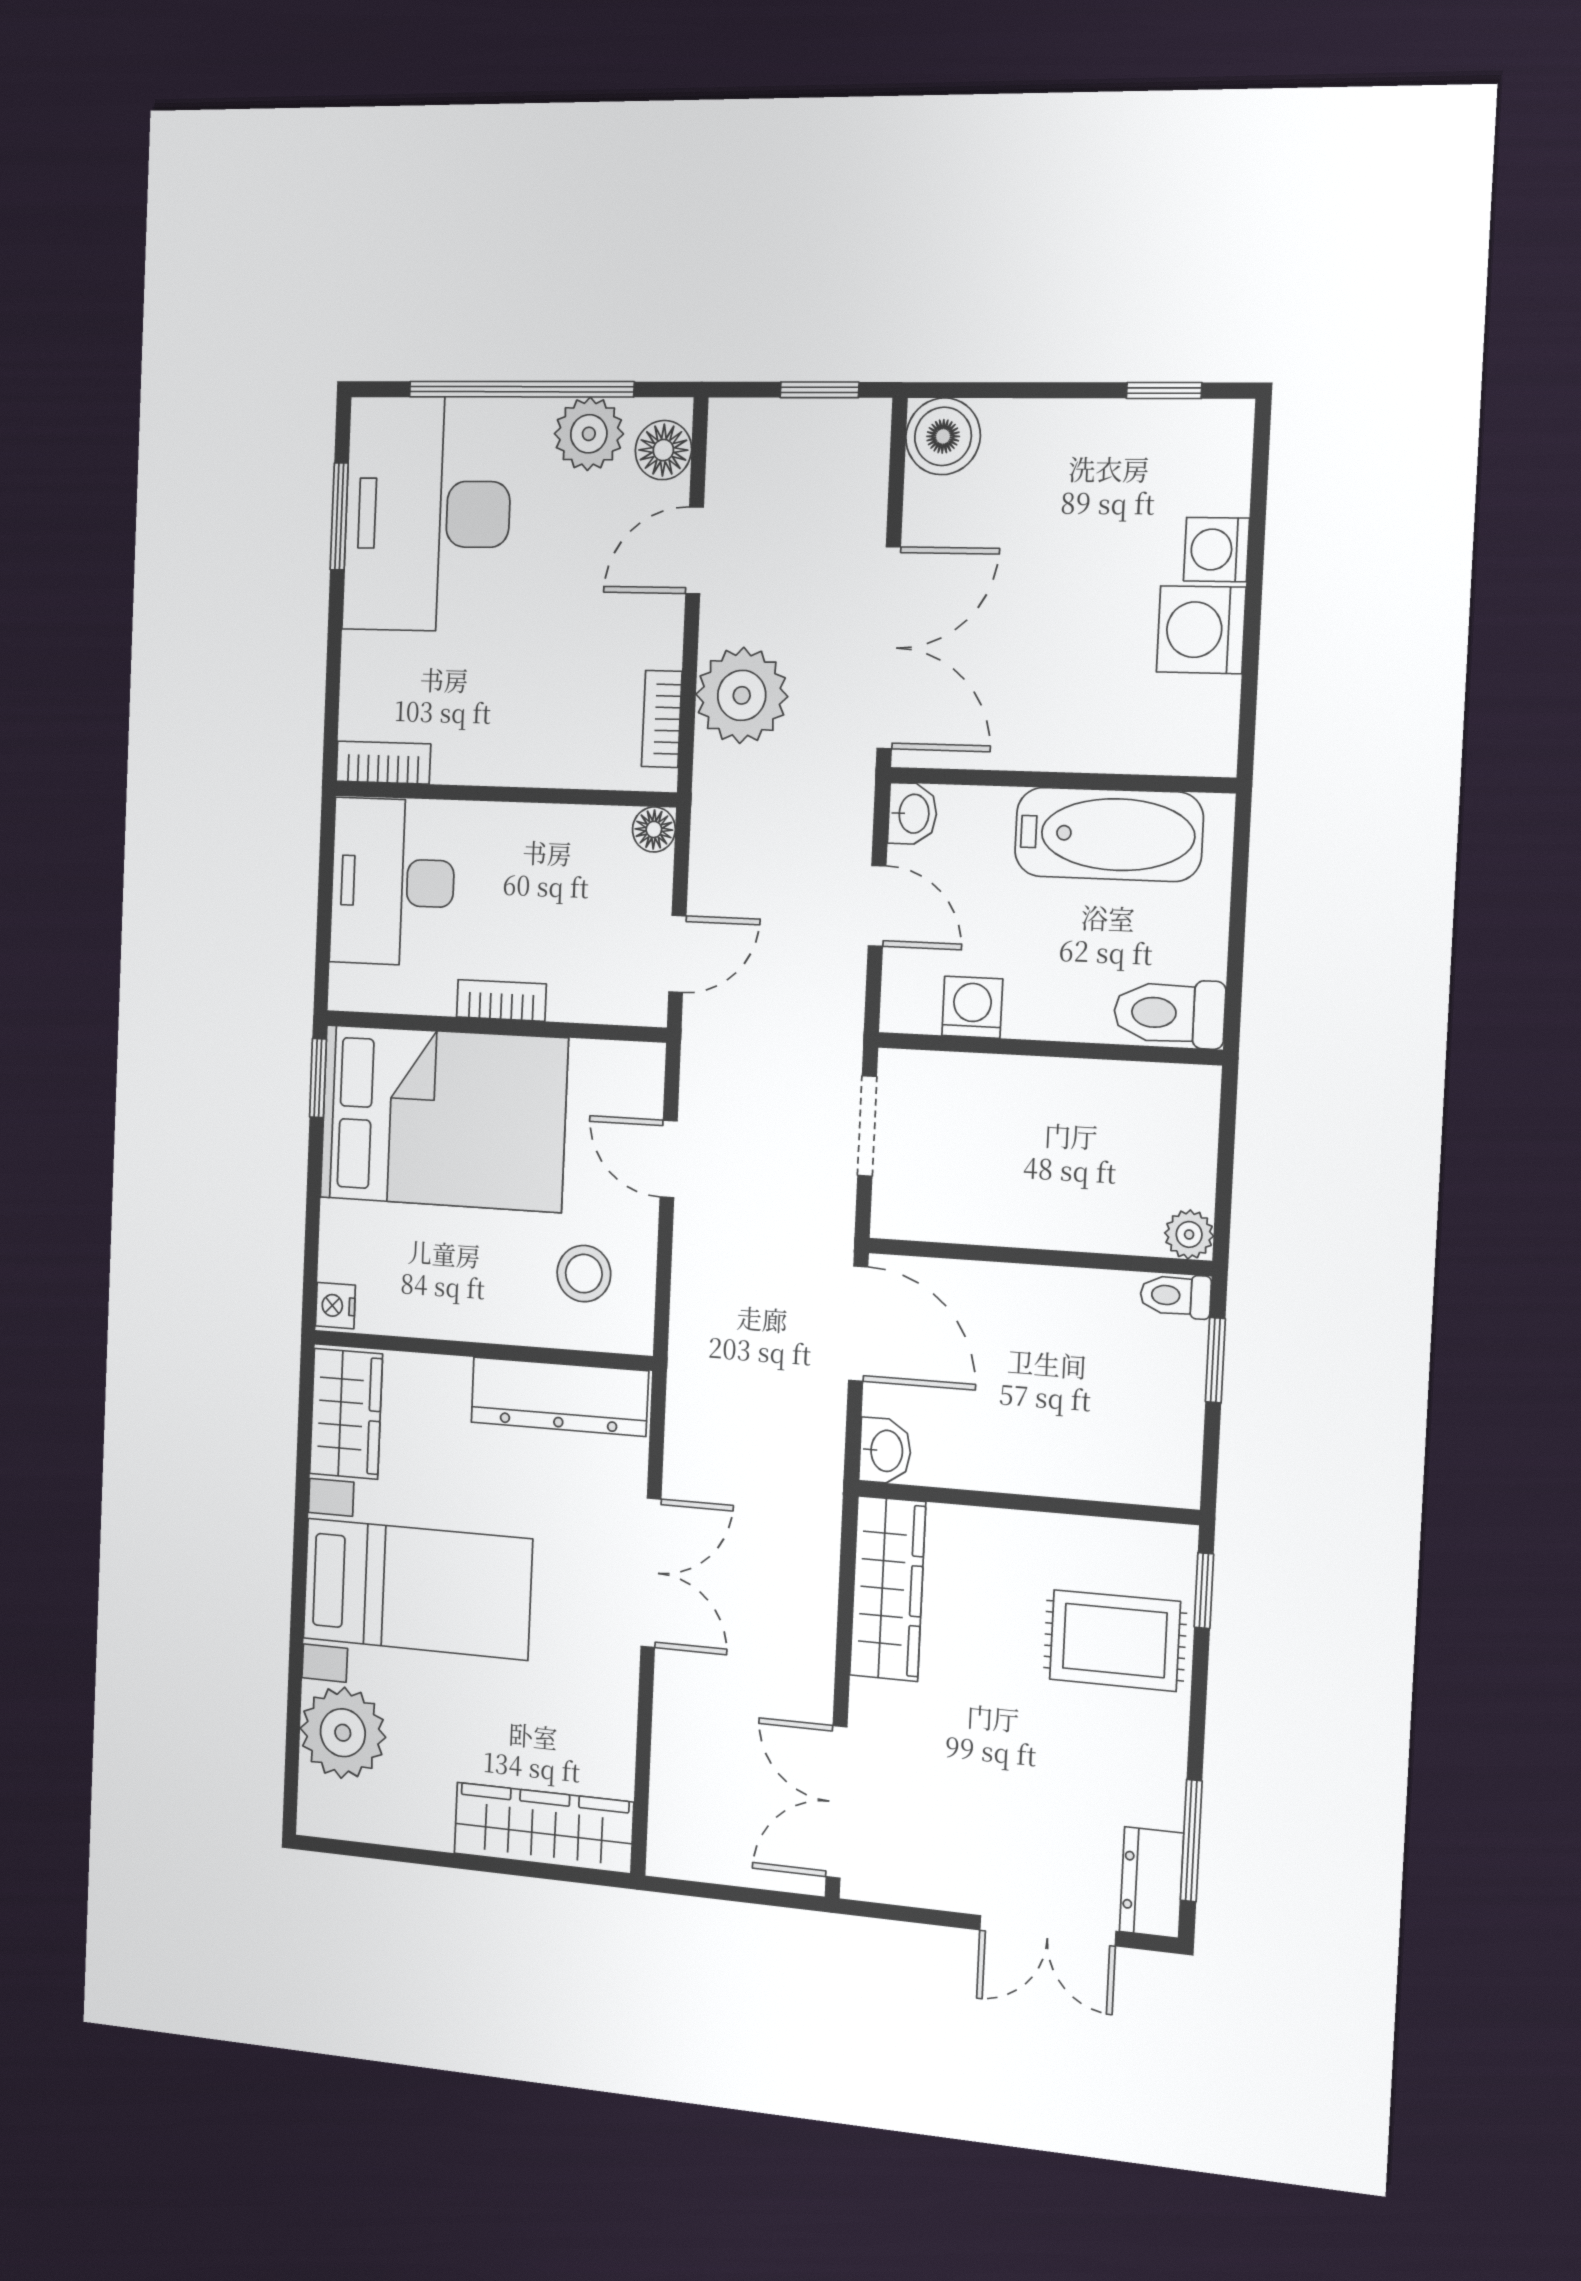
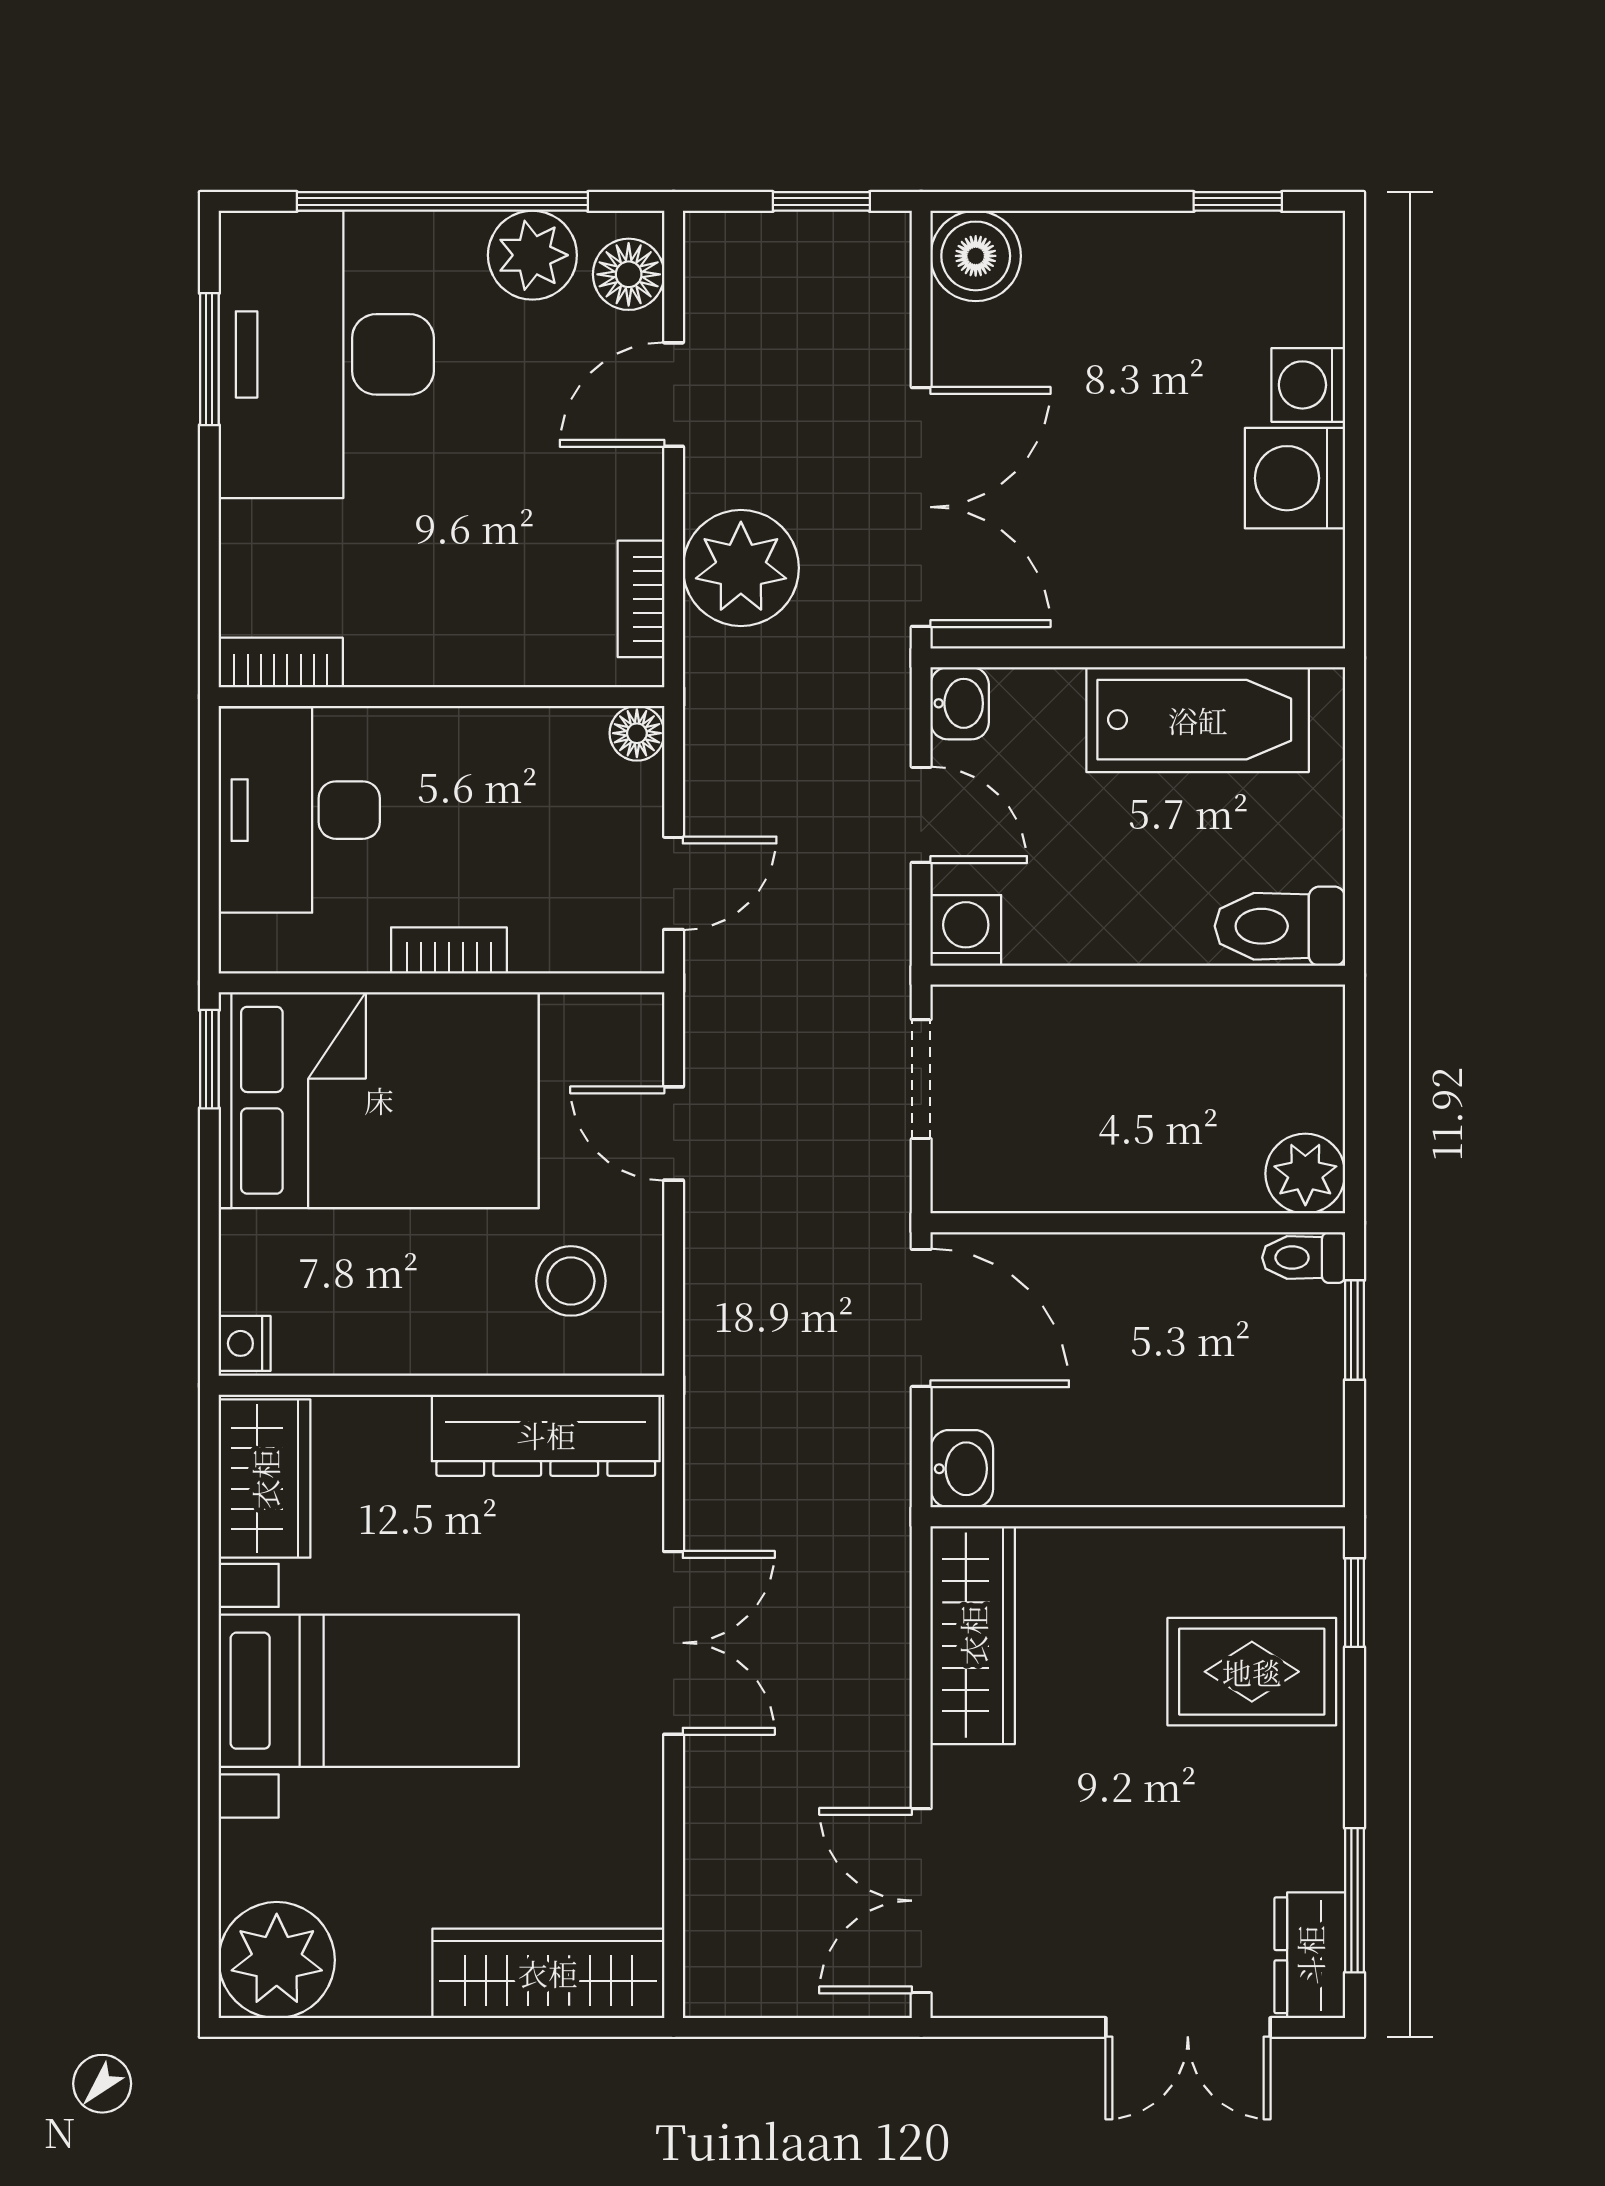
washing machine: (972, 1007) -> (966, 930), moved
plant: (1189, 1234) -> (1305, 1174), width x1.38, depth x1.38
plant: (343, 1733) -> (277, 1960), moved

